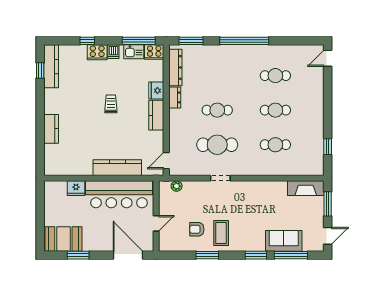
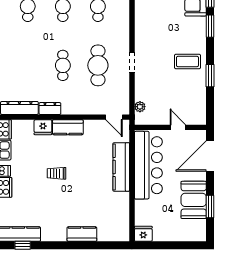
fridge: (76, 188) -> (143, 234), moved, turned -90
armchair: (197, 229) -> (184, 86), removed
booth: (63, 239) -> (194, 200), moved

